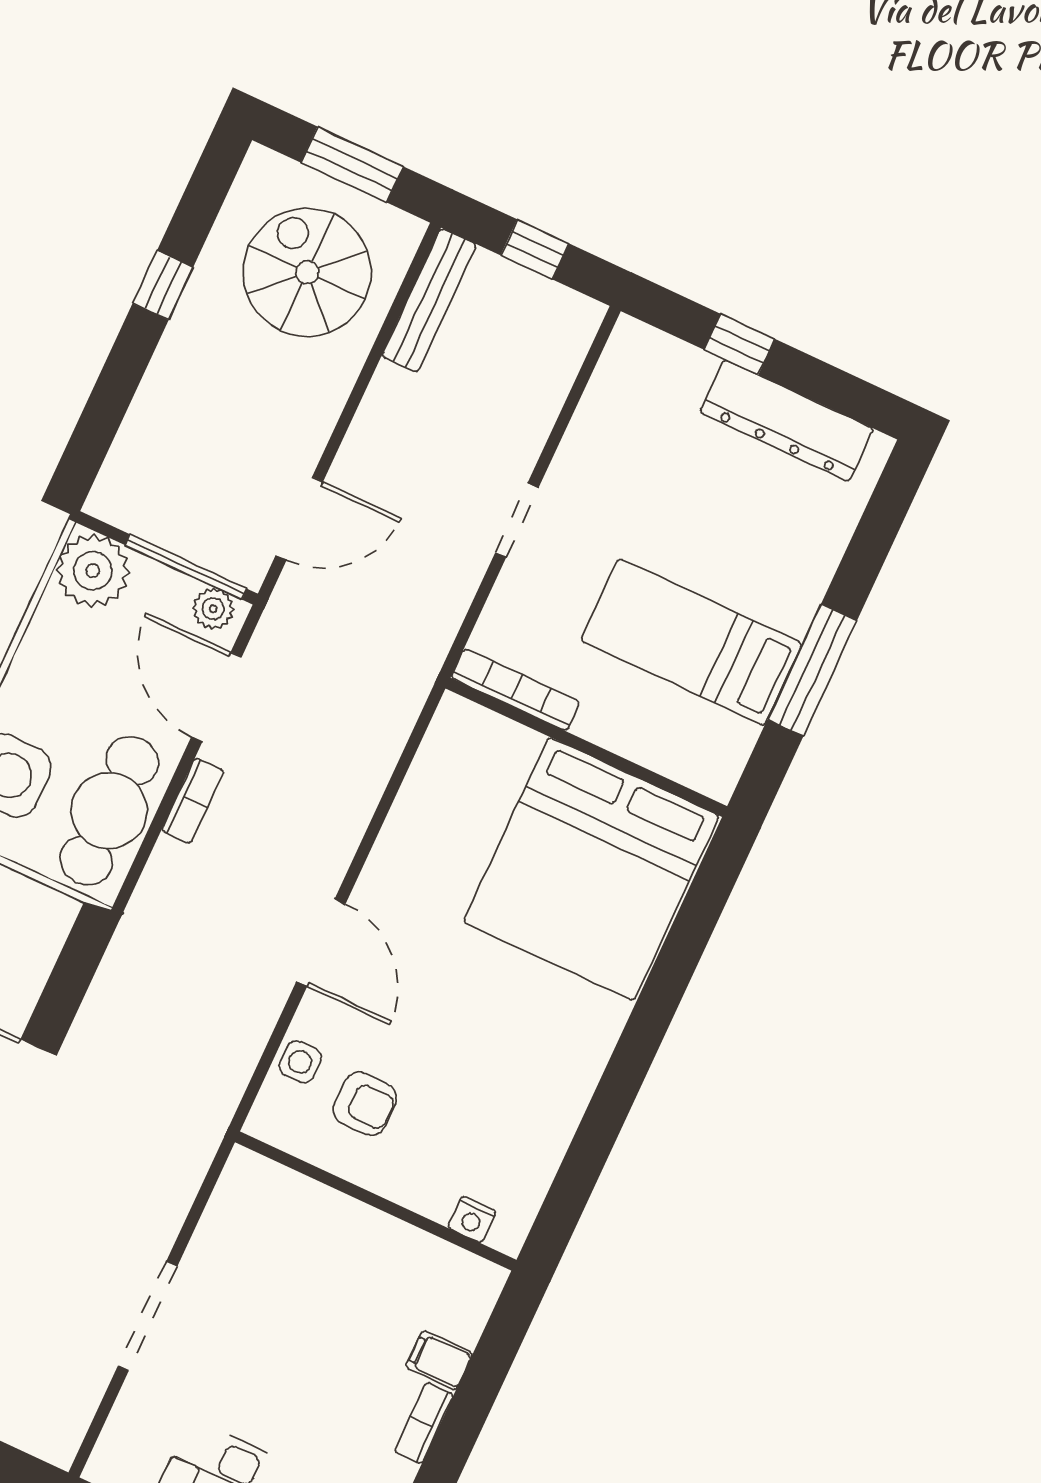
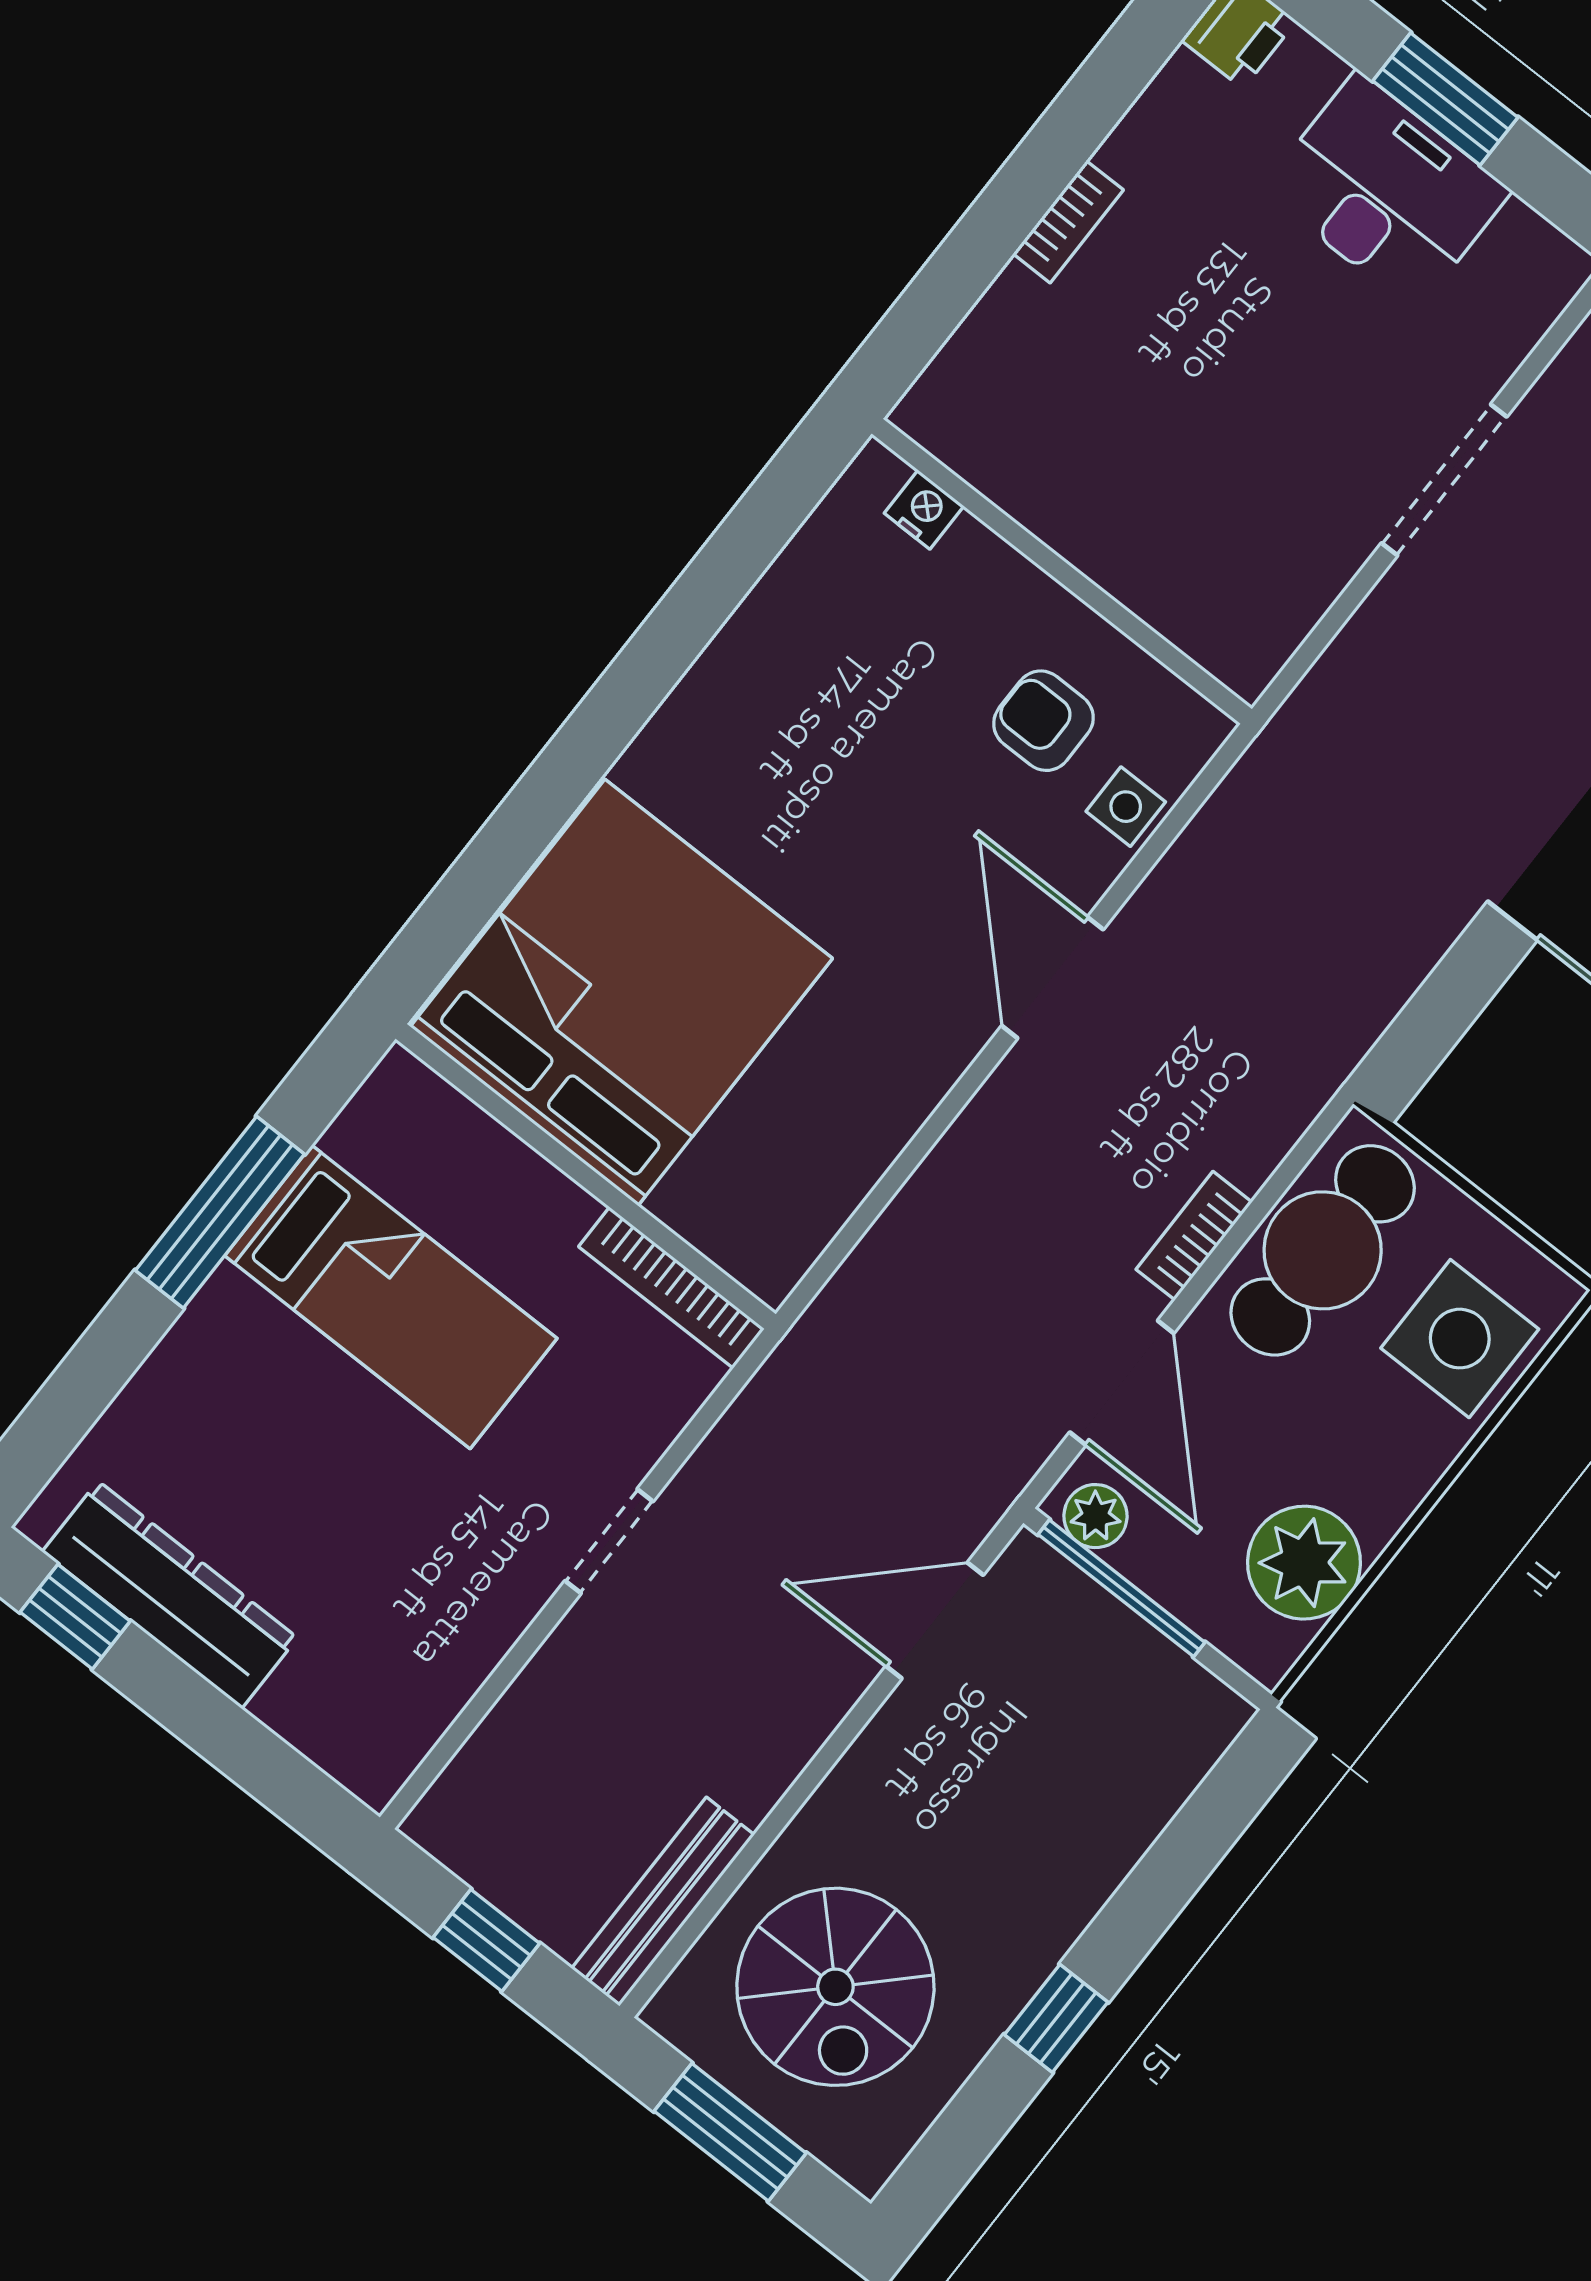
window: (739, 344) -> (75, 1617), moved
plant: (93, 571) -> (1304, 1563), moved
filing cabinet: (439, 1360) -> (1023, 310), removed

